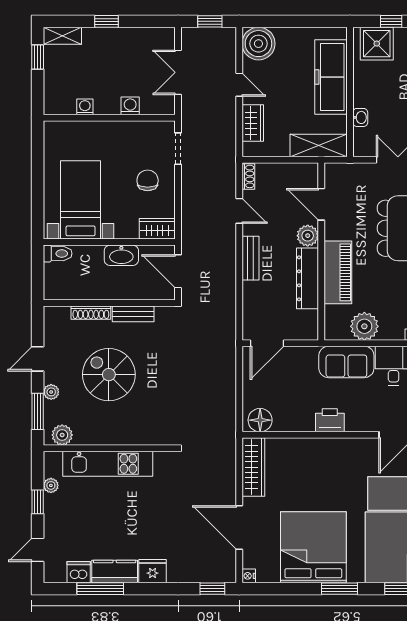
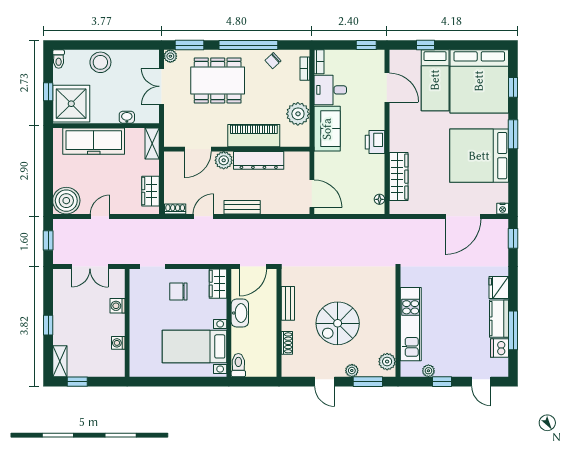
shower: (377, 44) -> (71, 104), width x1.37, depth x1.37
wardrobe: (253, 123) -> (151, 191), moved, turned -90
shelving: (319, 146) -> (152, 144), width x0.67, depth x0.75
shoe rack: (91, 313) -> (287, 343), width x0.70
floor lamp: (260, 420) -> (379, 199), width x0.53, depth x0.53
wardrobe: (253, 467) -> (399, 177), moved, turned 90

